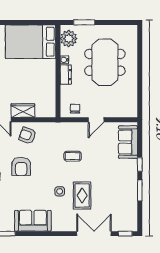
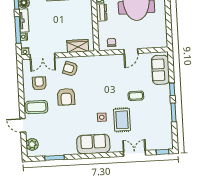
wardrobe: (23, 111) -> (78, 46), moved
coffee table: (73, 156) -> (136, 96), moved
sofa: (33, 221) -> (93, 144), moved
double door: (94, 234) -> (135, 153), width x0.73

